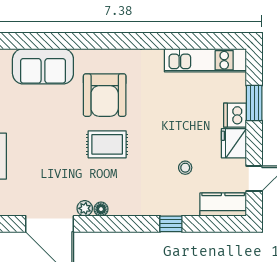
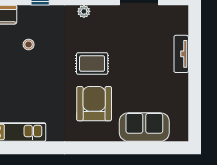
plant: (85, 208) -> (84, 11), moved
floor lamp: (101, 209) -> (97, 11), removed

